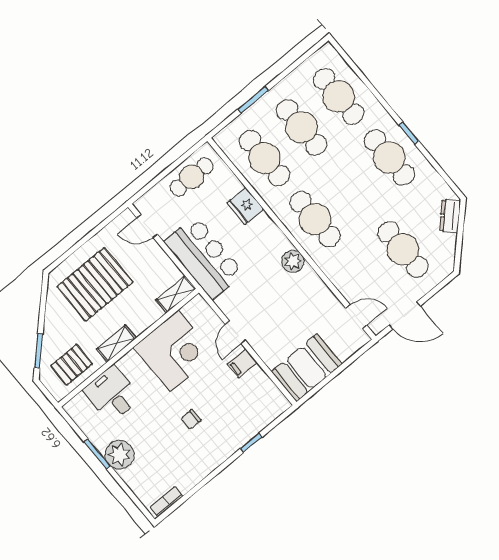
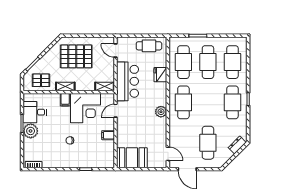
door: (235, 332) -> (116, 111), moved
filing cabinet: (133, 364) -> (65, 100), added
desk: (112, 394) -> (35, 112), moved, turned -90

